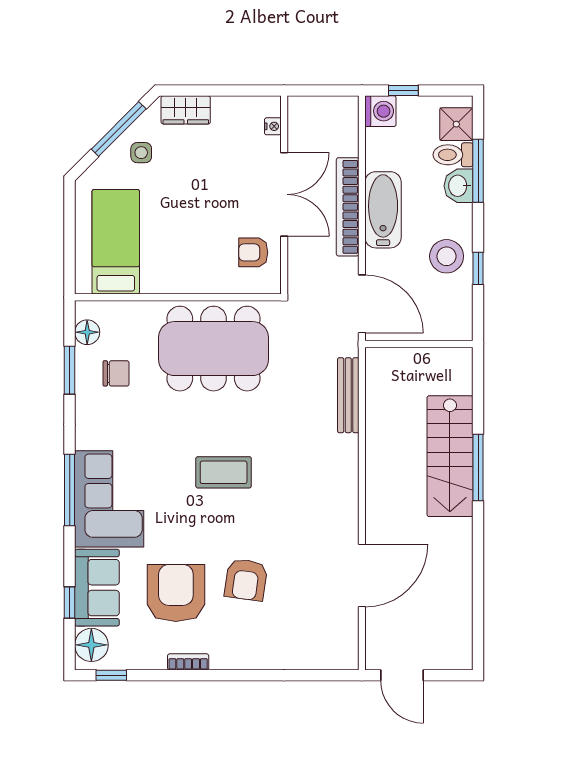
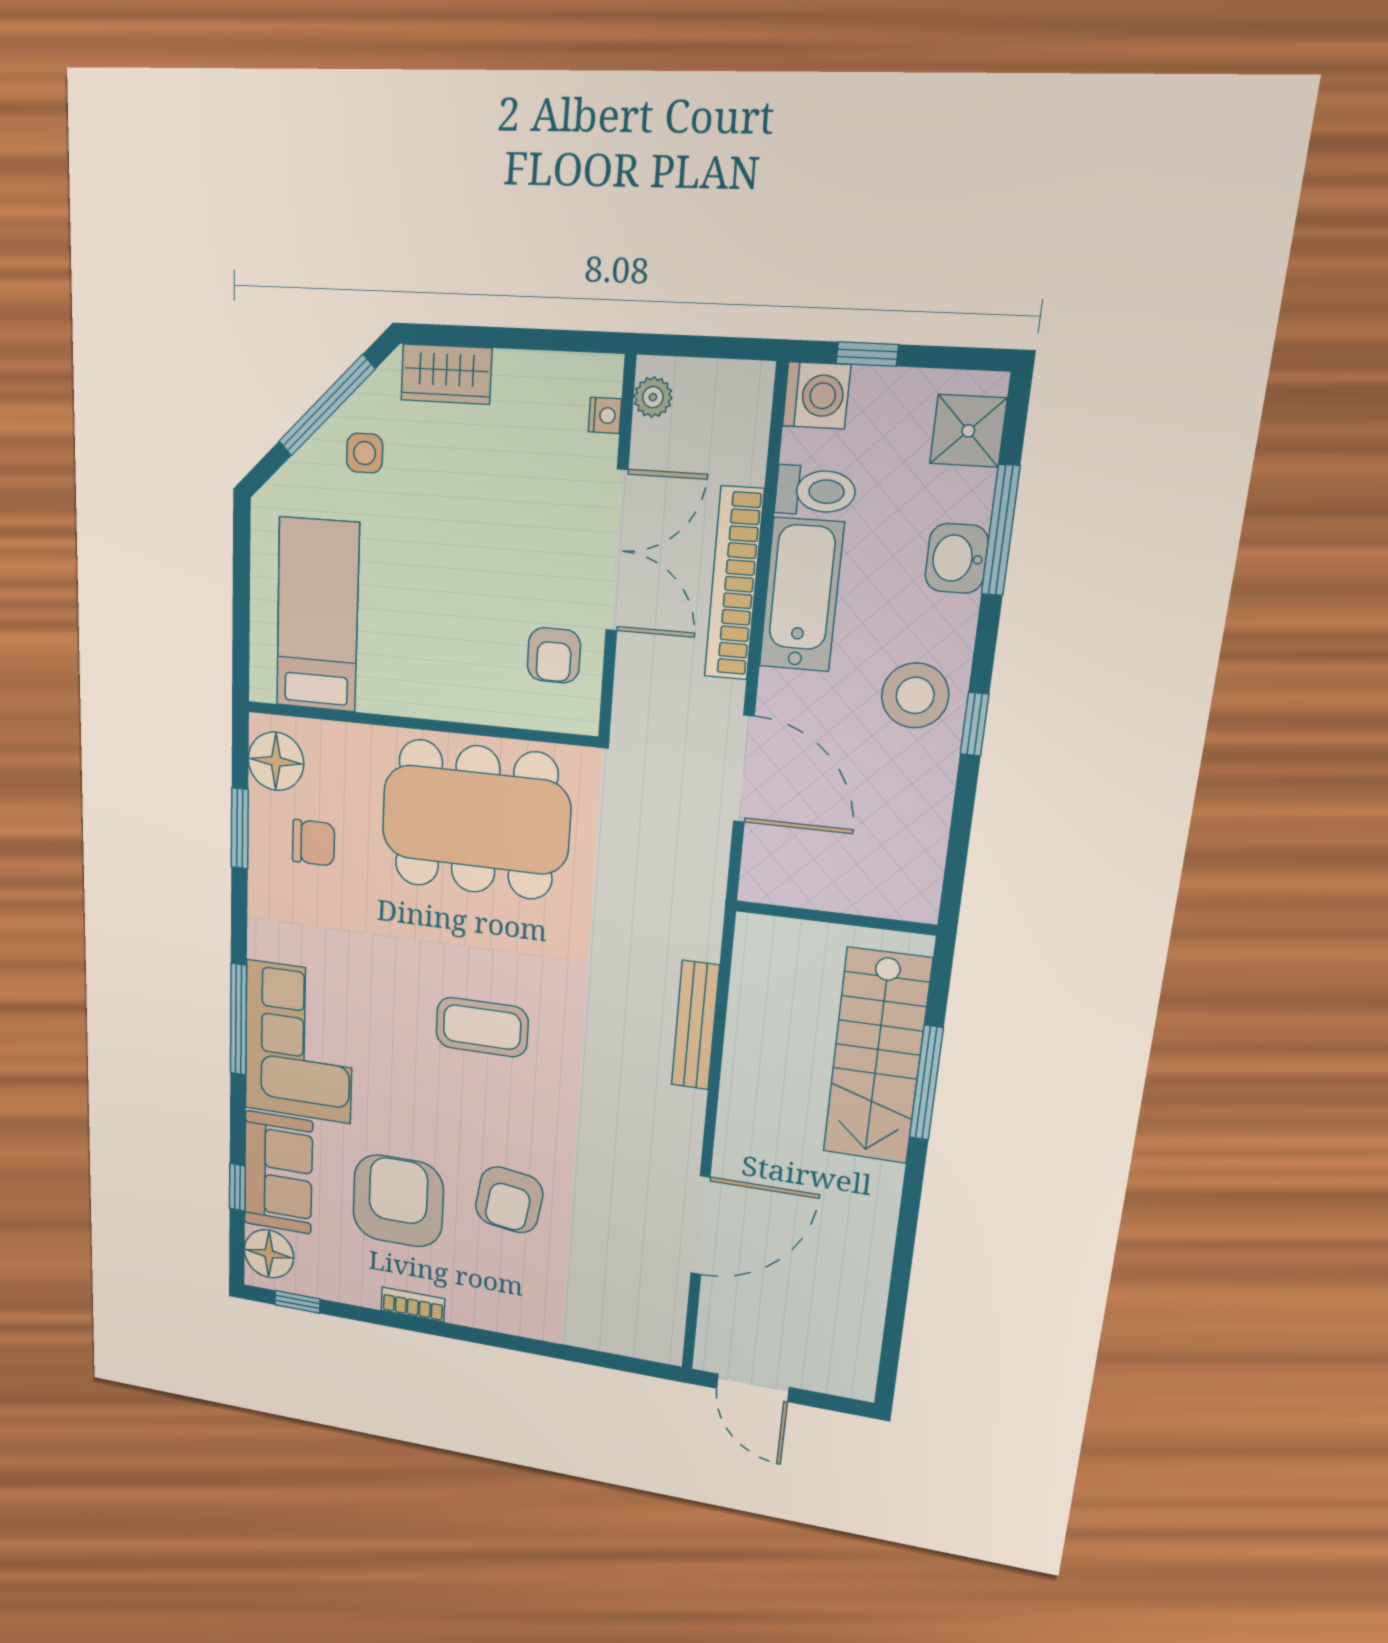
plant: (297, 116) -> (653, 397), added
toilet: (453, 155) -> (816, 491), moved, turned 180
armchair: (253, 252) -> (554, 655), turned -90
floor lamp: (87, 332) -> (276, 761), width x1.38, depth x1.38
wall: (419, 344) -> (835, 918), moved
bench: (348, 395) -> (695, 1025), moved

